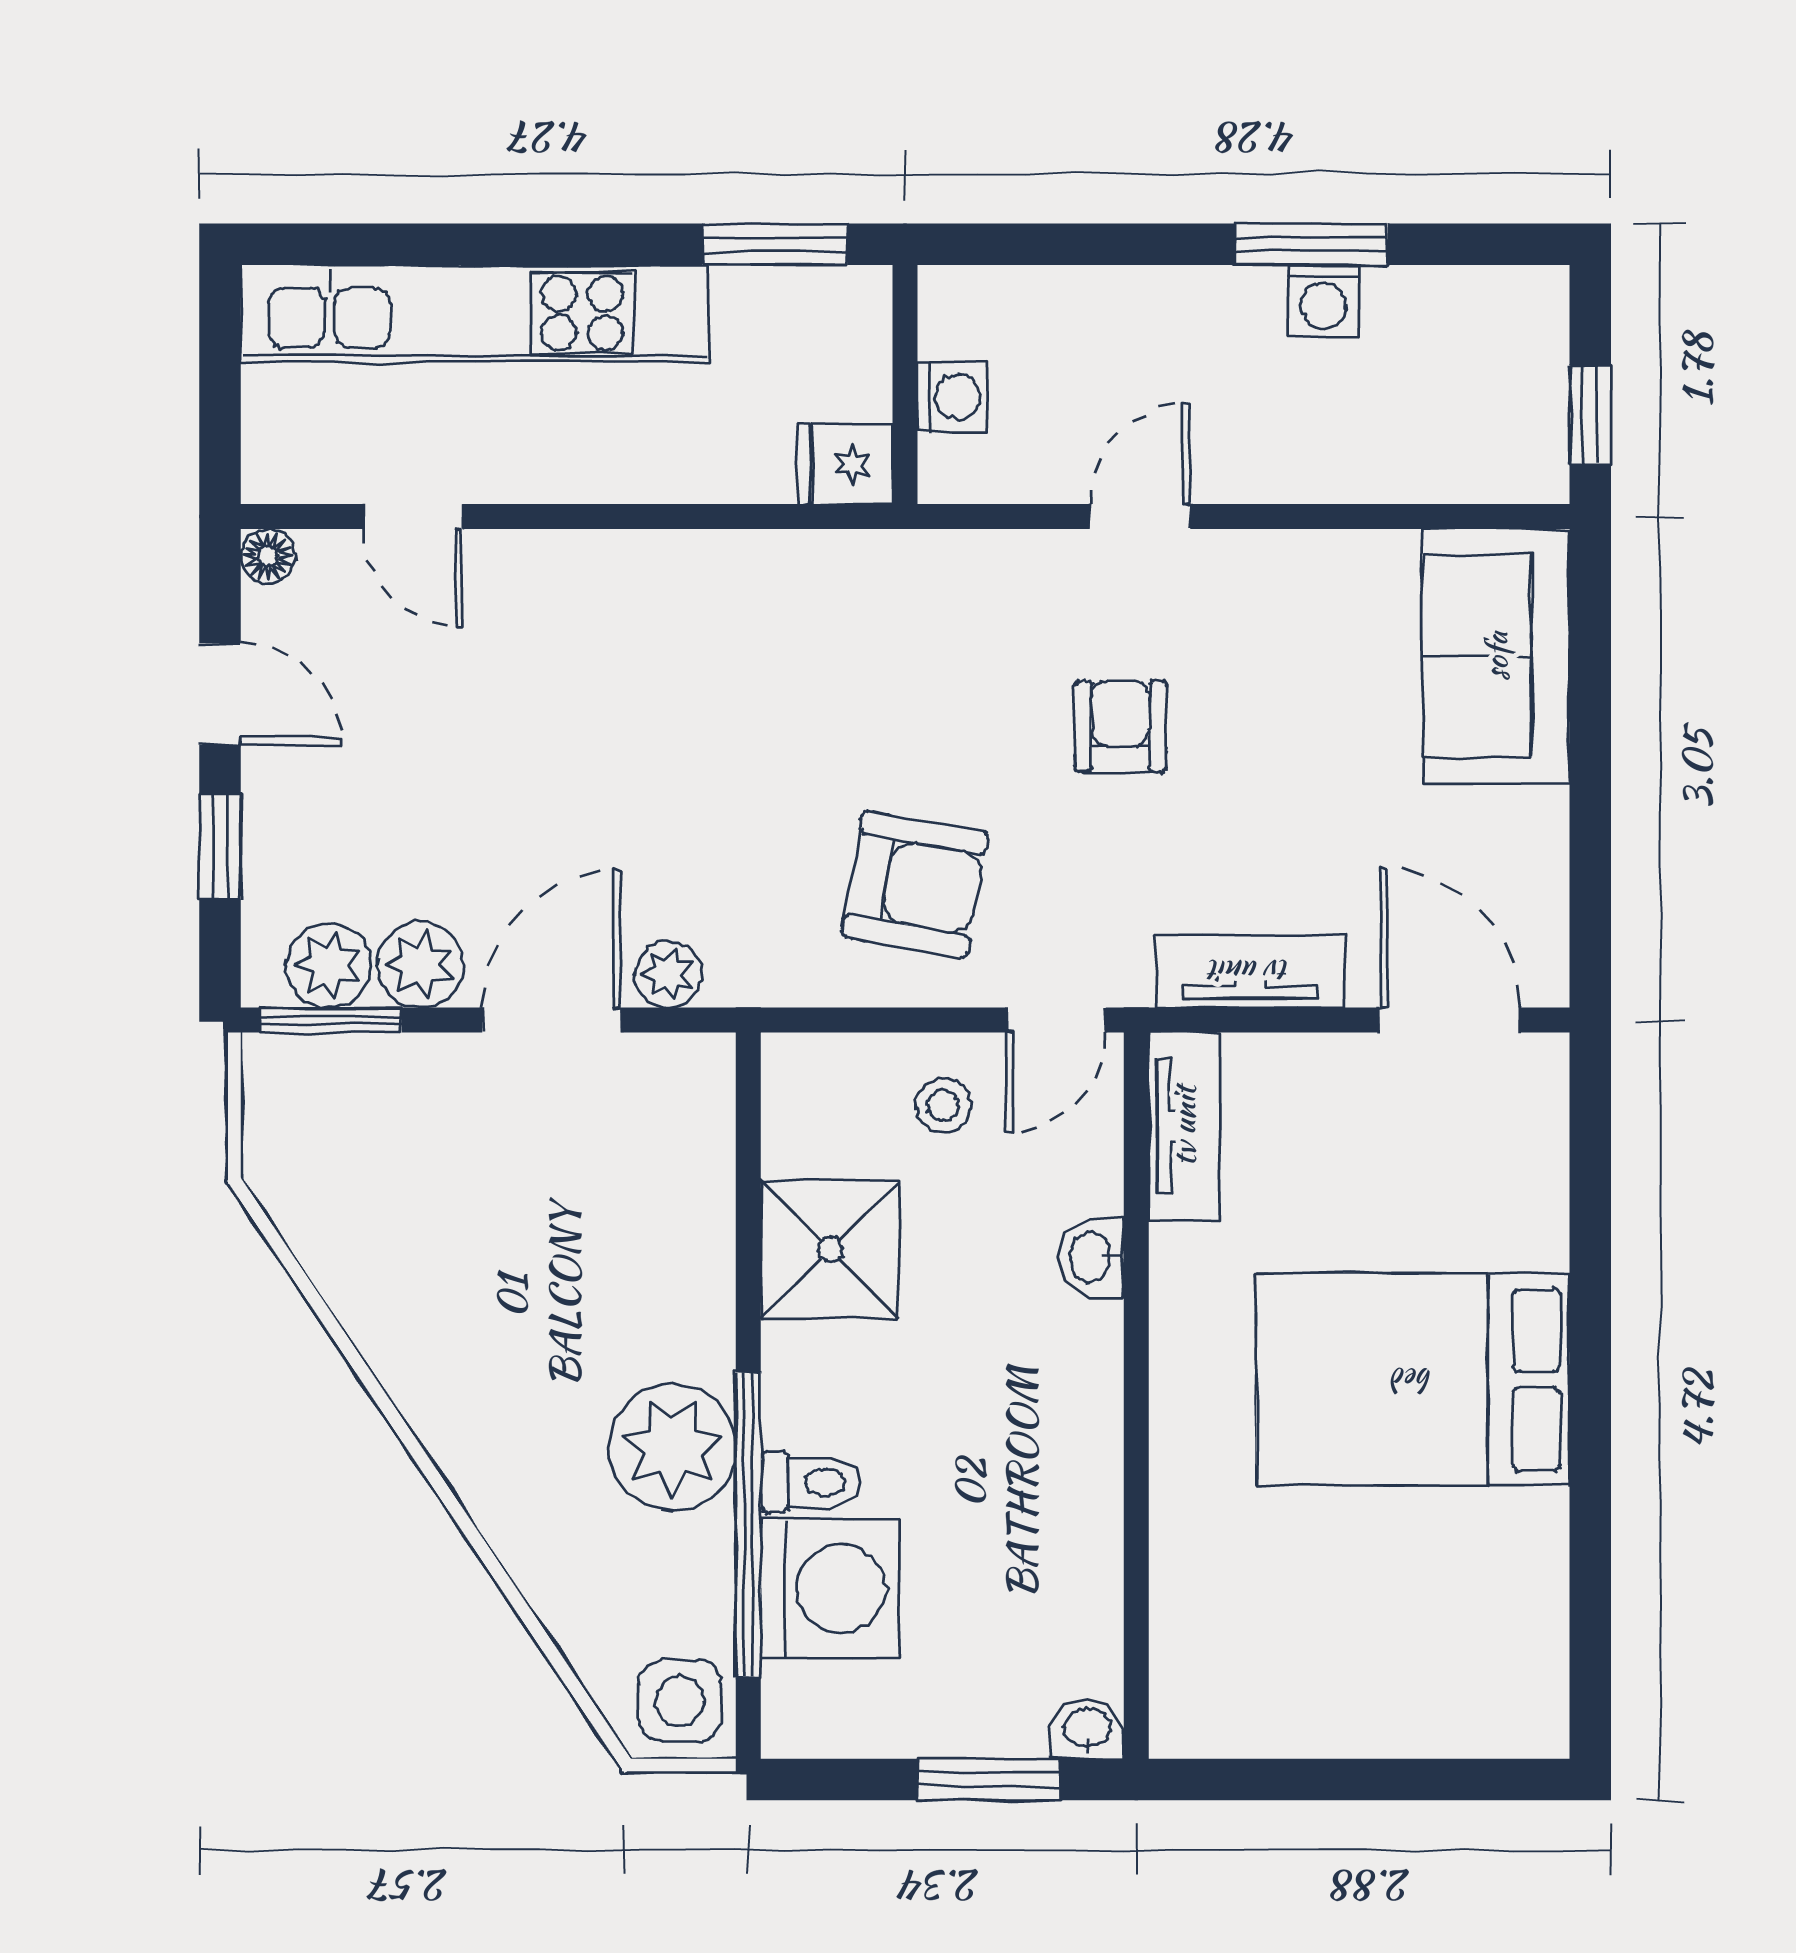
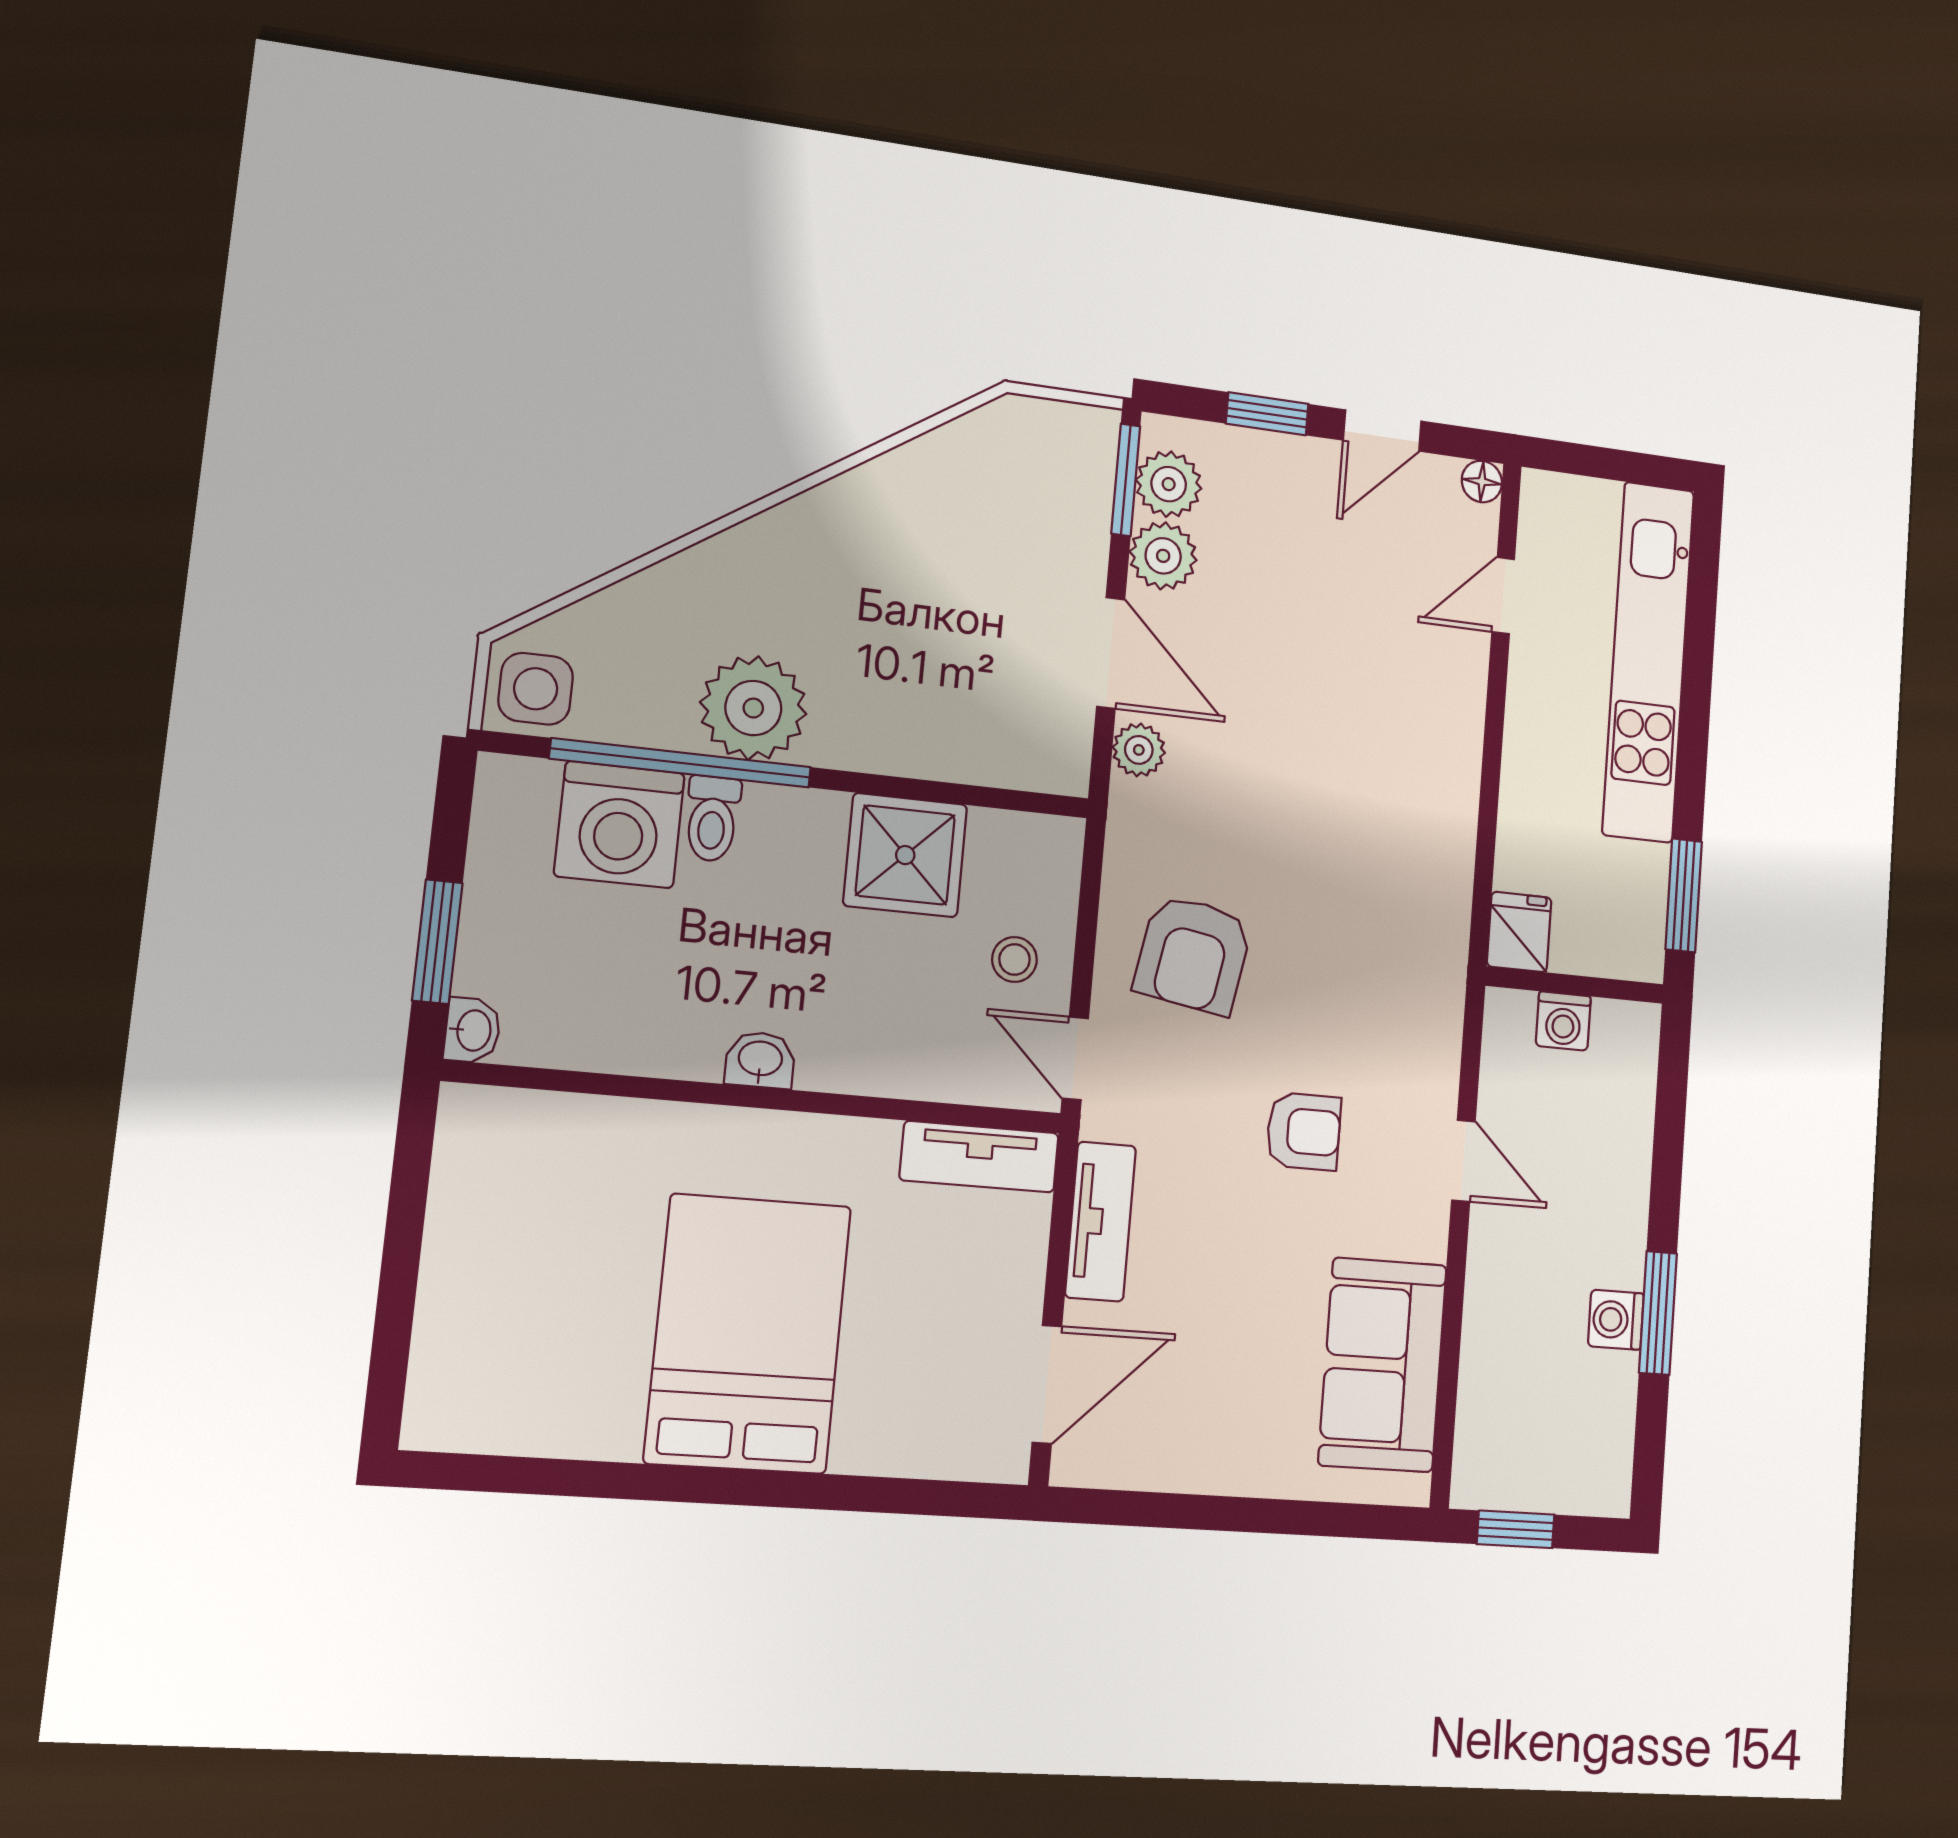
sofa: (1496, 656) -> (1383, 1365), moved, turned -90
washbasin: (1092, 1257) -> (760, 1060), moved

